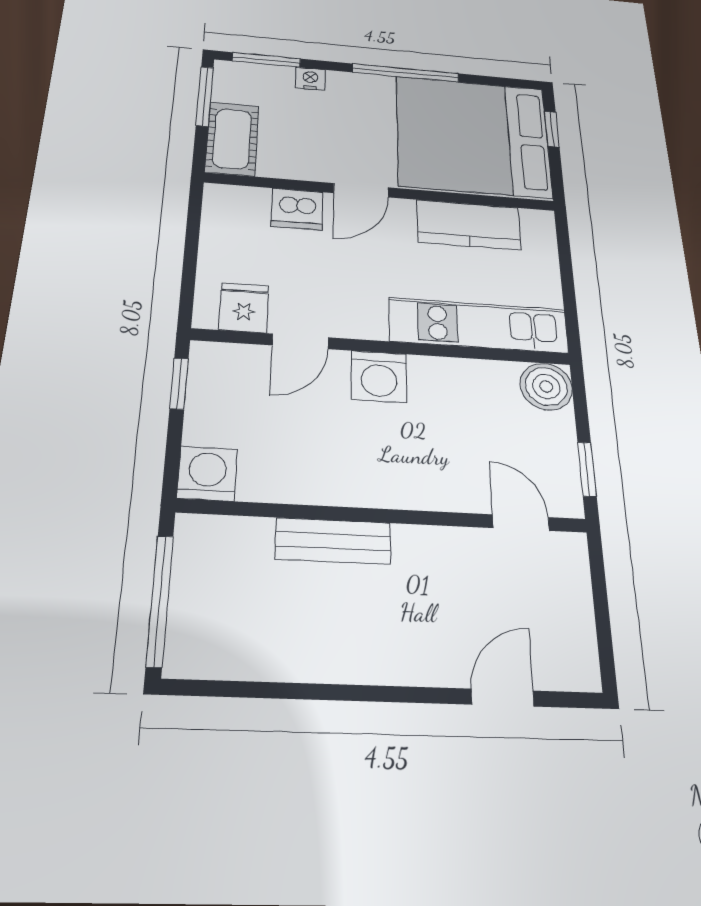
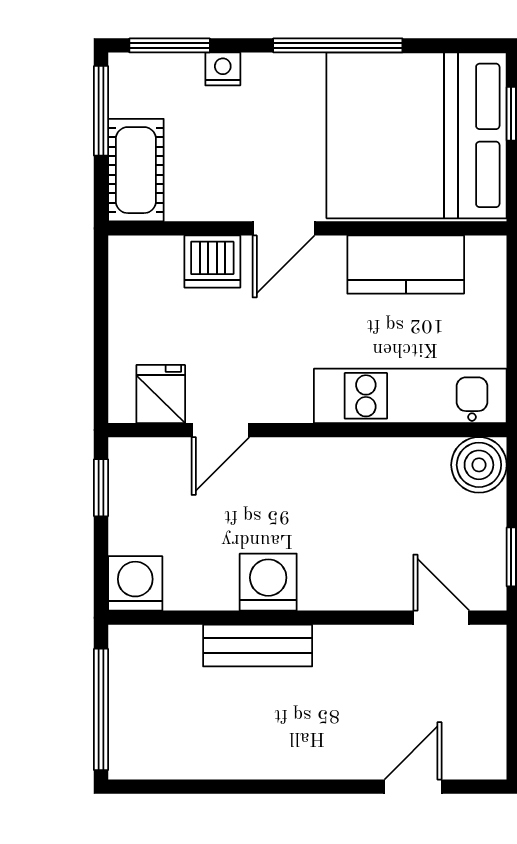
washing machine: (379, 377) -> (268, 582), moved, turned 180

